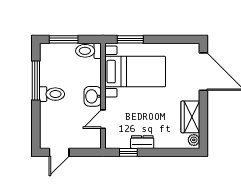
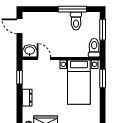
toilet: (52, 94) -> (76, 21), moved
washbasin: (93, 96) -> (30, 51), moved
dresser: (142, 142) -> (27, 98), moved

